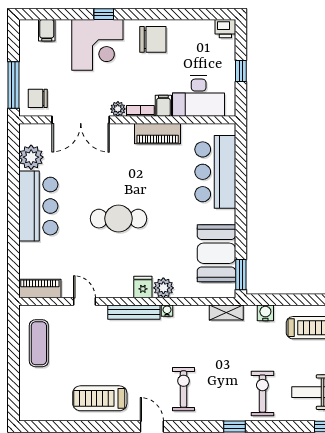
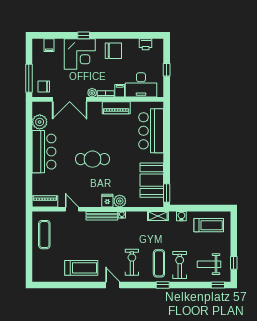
printer: (225, 29) -> (146, 44), moved
exercise mat: (228, 391) -> (159, 263), added
treadmill: (100, 398) -> (81, 268), turned 180

